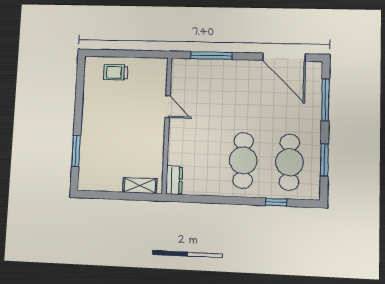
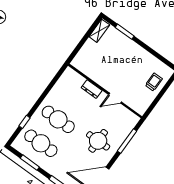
round table: (236, 91) -> (98, 141), added
dresser: (174, 180) -> (92, 89), moved
shelving: (140, 185) -> (99, 31), moved

